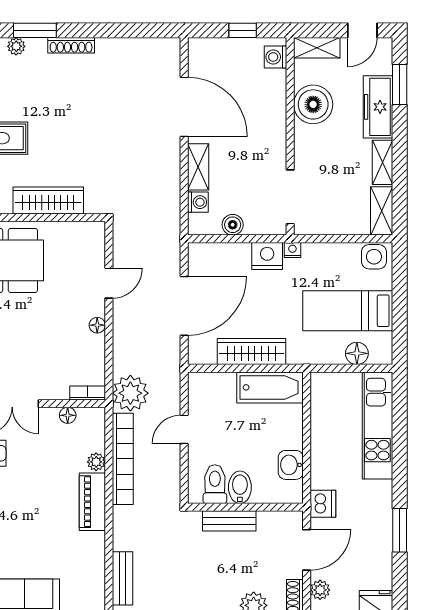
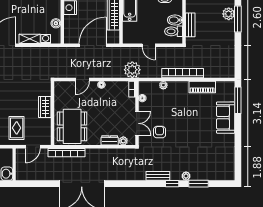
wardrobe: (48, 200) -> (45, 107), width x0.67
door: (109, 283) -> (82, 79), swing flipped
door: (184, 306) -> (93, 45), hinge flipped
bookcase: (123, 459) -> (183, 73), moved
piano: (92, 502) -> (202, 87), moved
bench: (123, 578) -> (216, 73), removed

